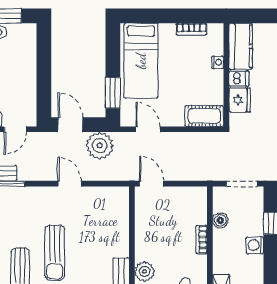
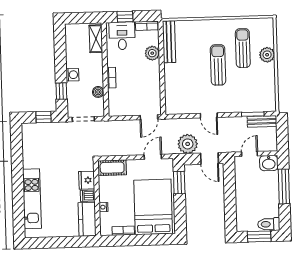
bed: (141, 61) -> (153, 207), width x1.50
door: (148, 129) -> (153, 157), swing flipped
door: (152, 184) -> (149, 117), hinge flipped

